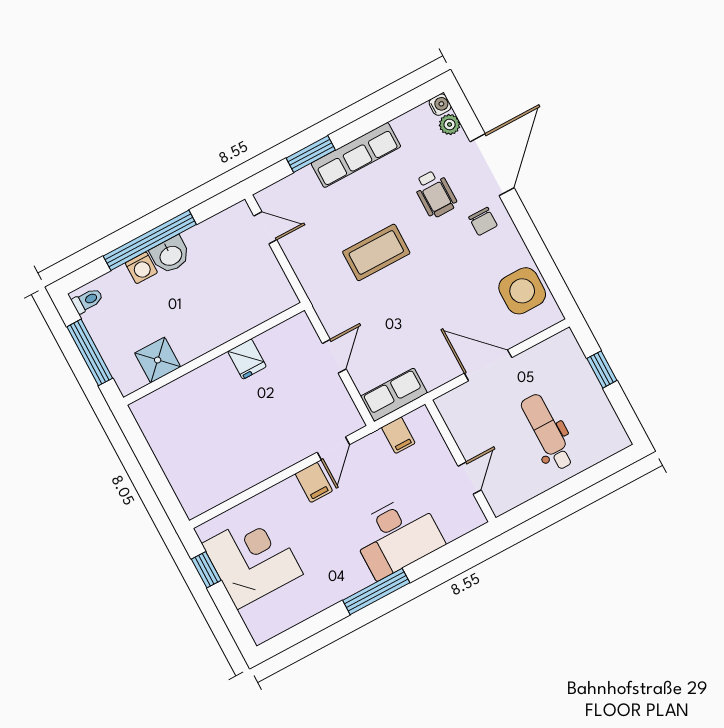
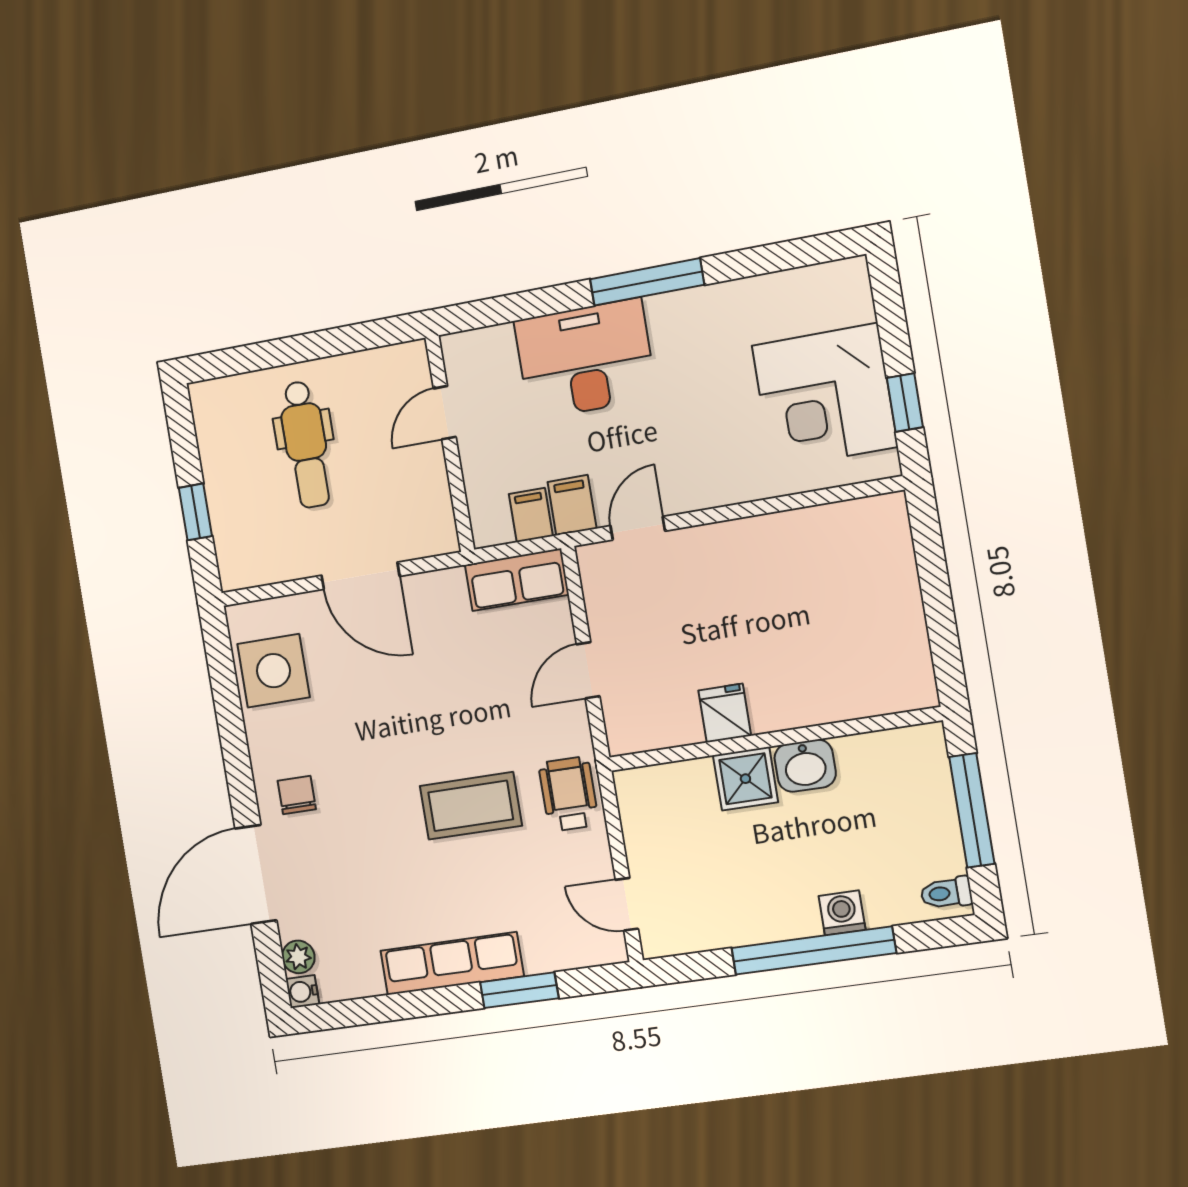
wheelchair: (435, 194) -> (569, 794), moved
washbasin: (170, 255) -> (805, 766), moved, turned 180
shower: (158, 360) -> (745, 779), moved
filing cabinet: (314, 482) -> (572, 505), moved

